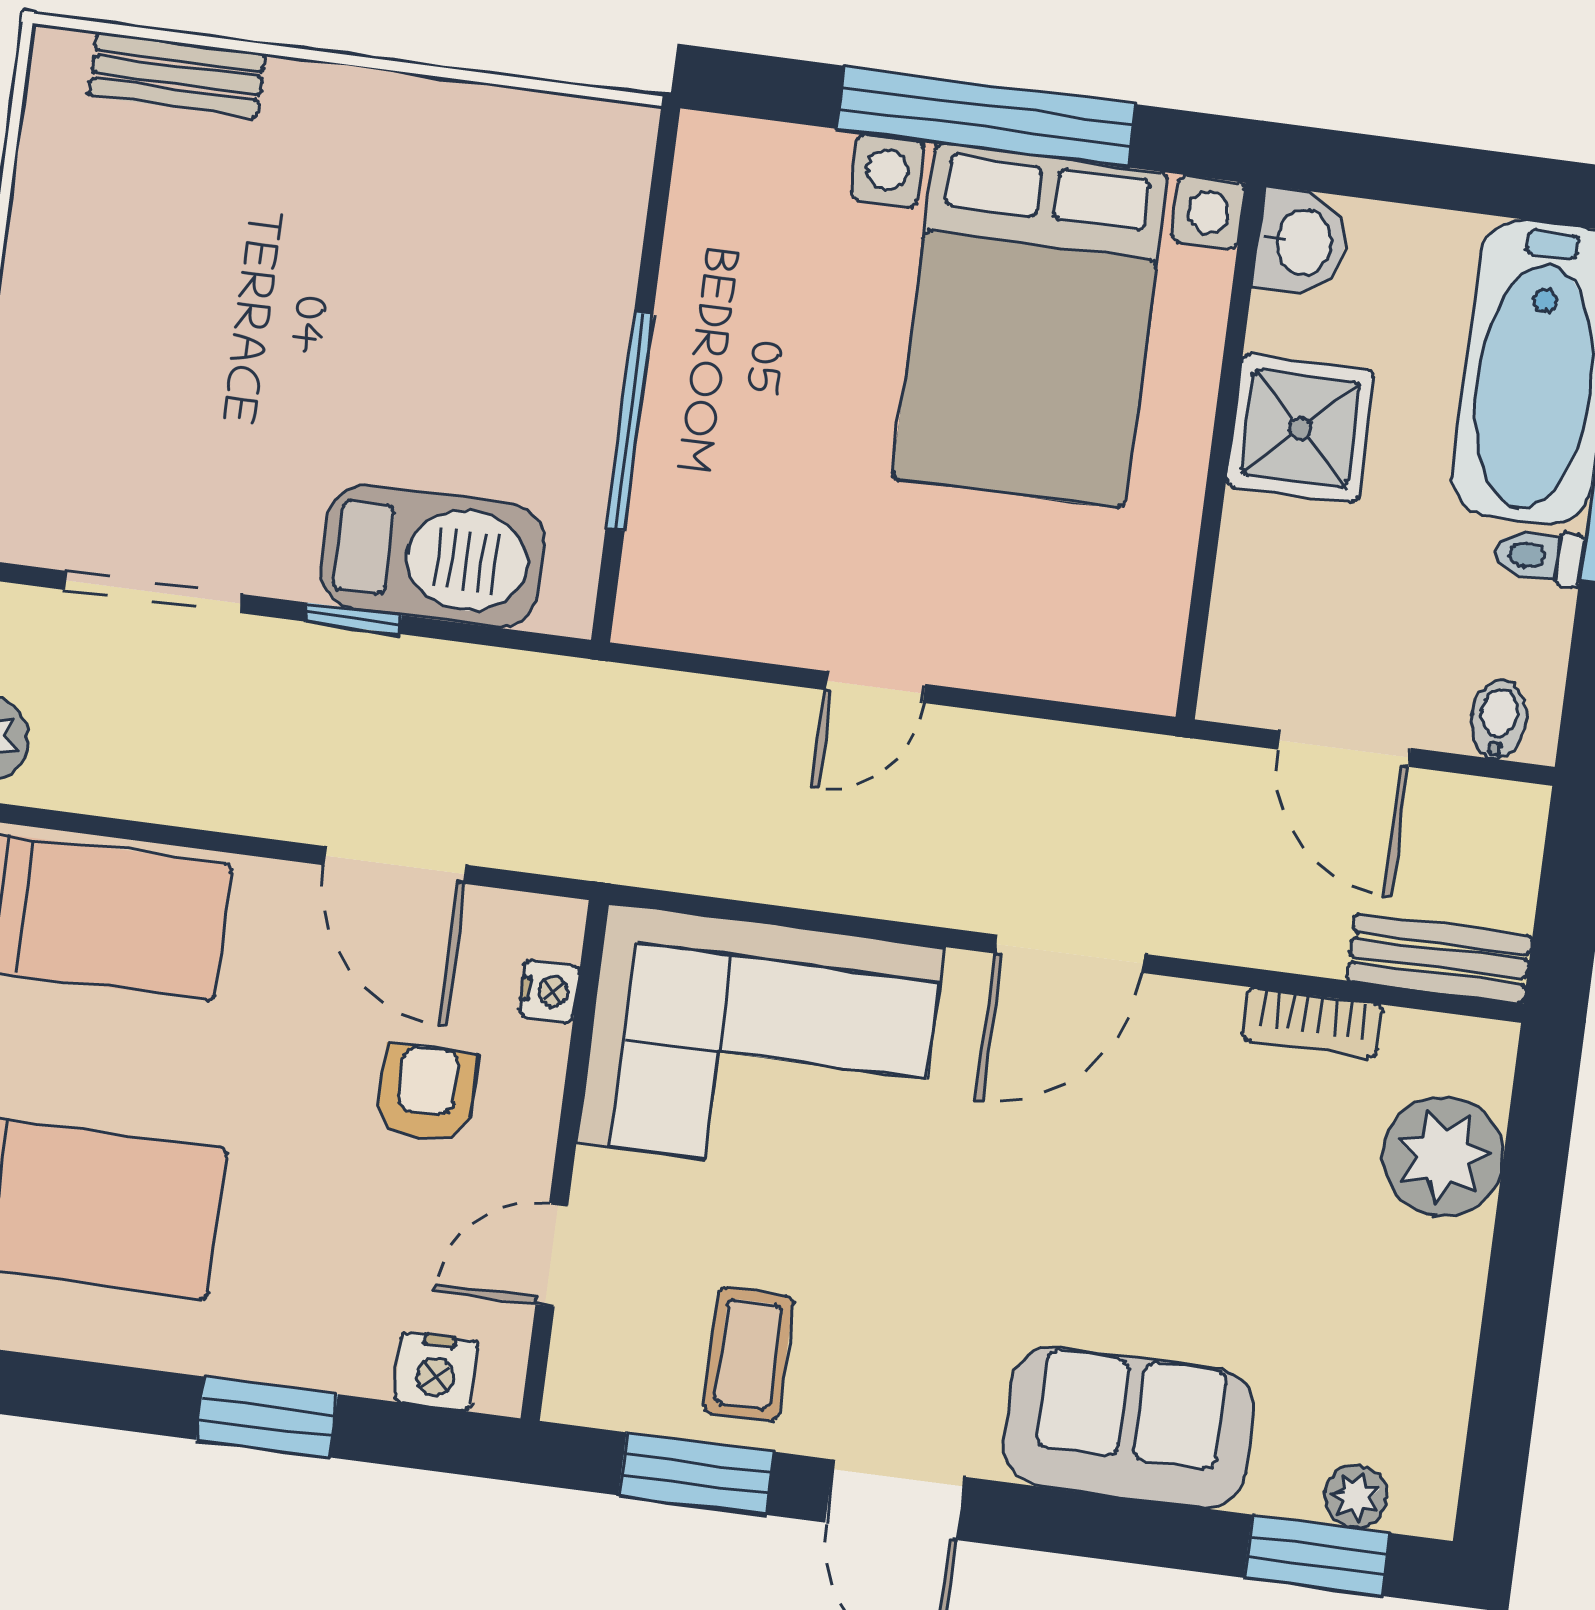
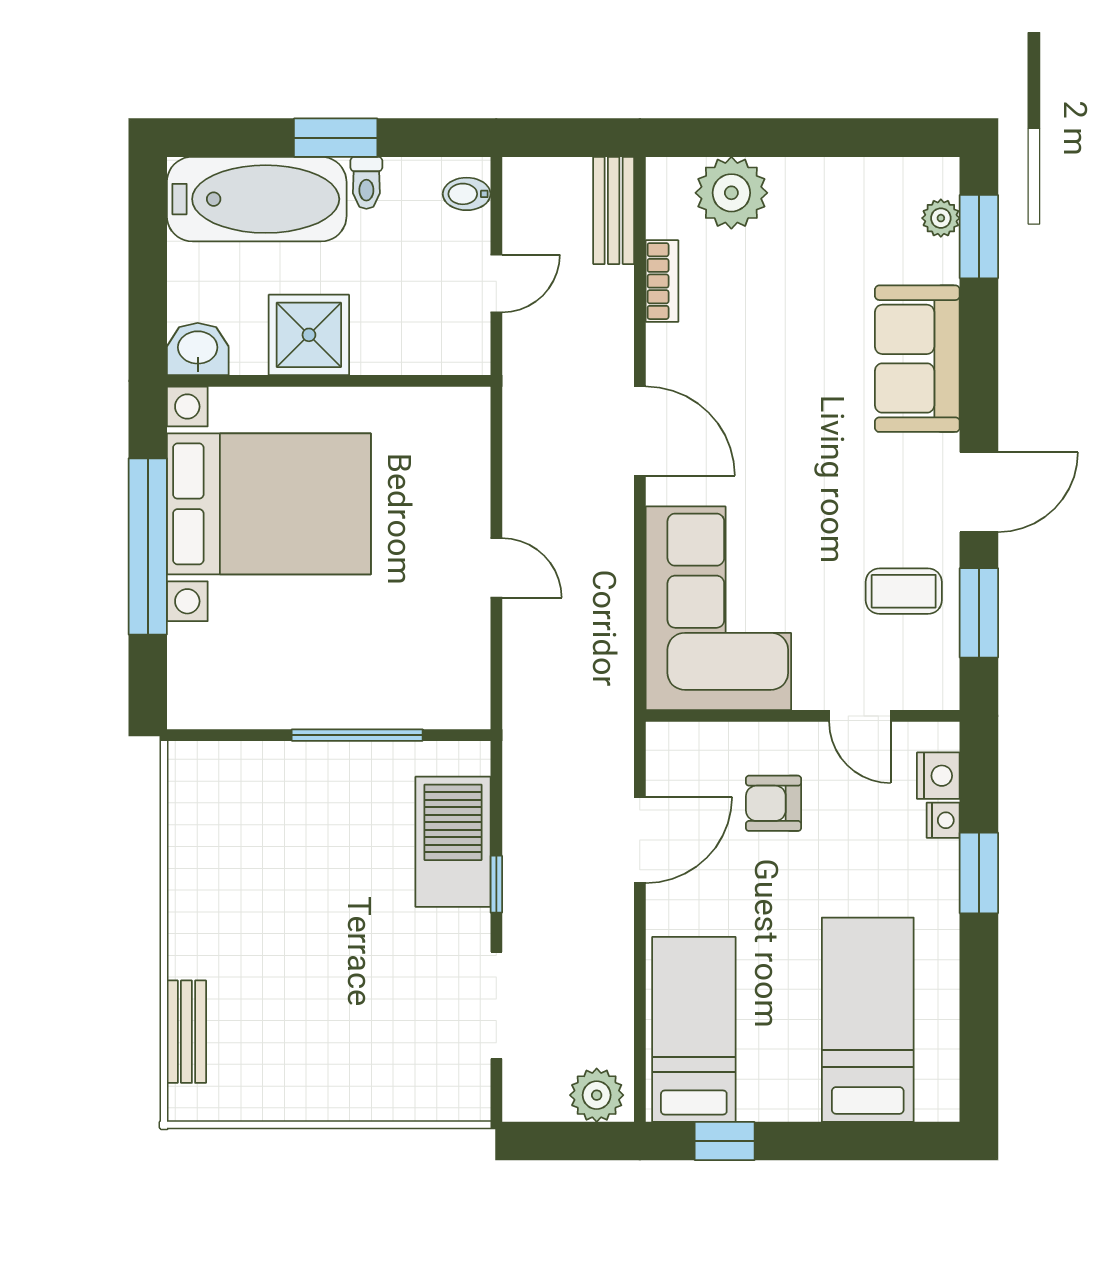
door: (1344, 749) -> (496, 284), width x0.73
nightstand: (549, 991) -> (943, 820), moved, turned 90

